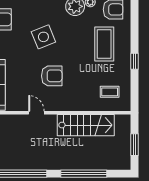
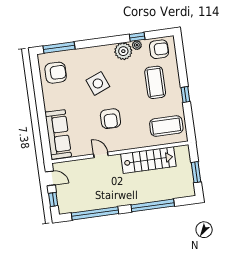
armchair: (52, 76) -> (110, 119), turned 90
coffee table: (110, 92) -> (166, 126), width x1.86, depth x1.72

